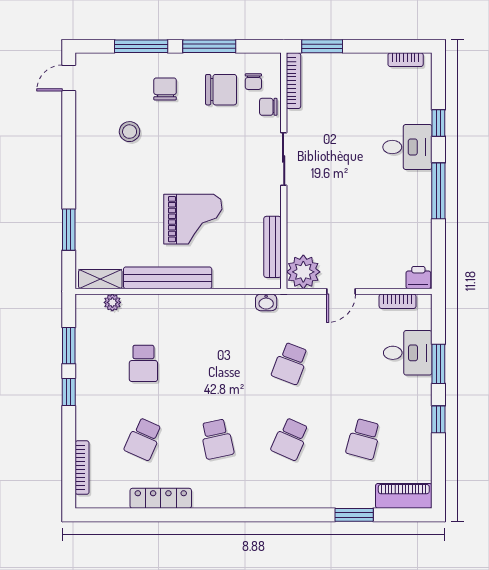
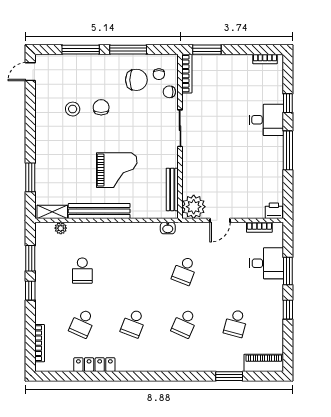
chair: (165, 89) -> (101, 107), moved
school desk: (217, 439) -> (133, 323), turned 33

